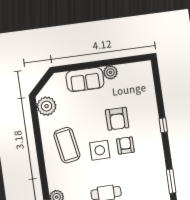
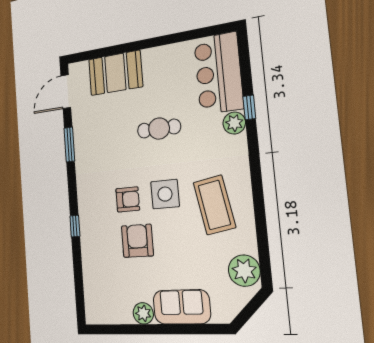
armchair: (125, 145) -> (128, 199), turned -90

